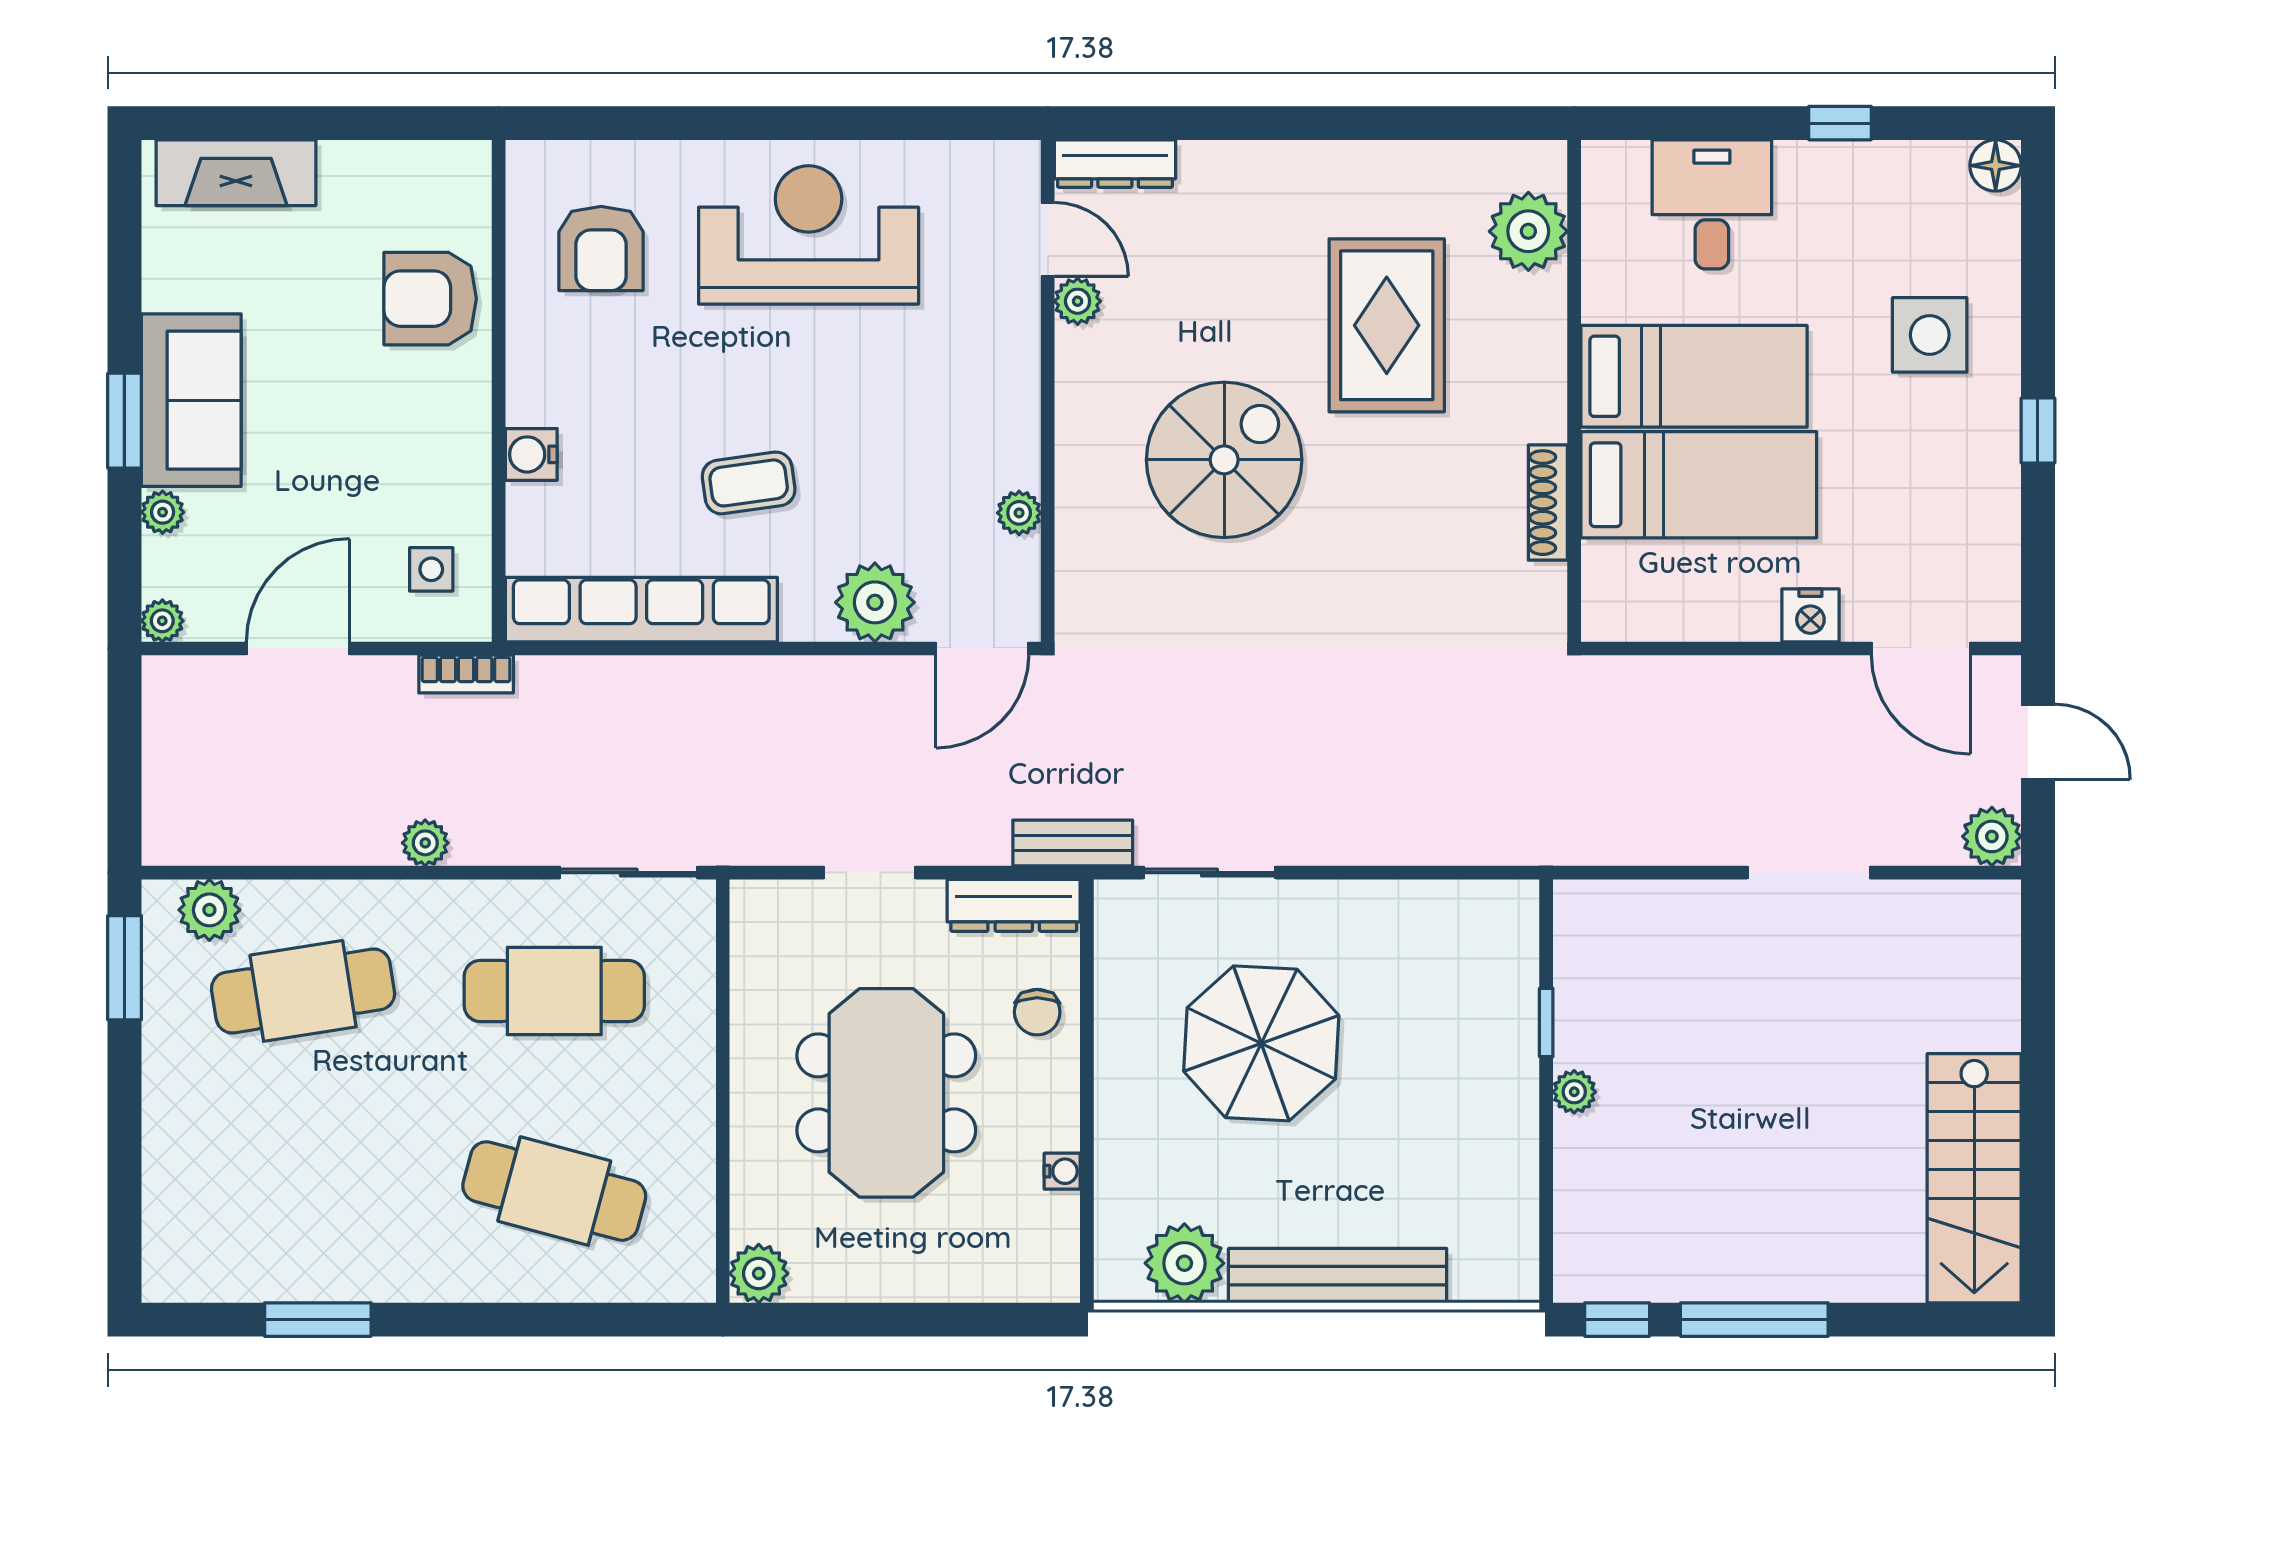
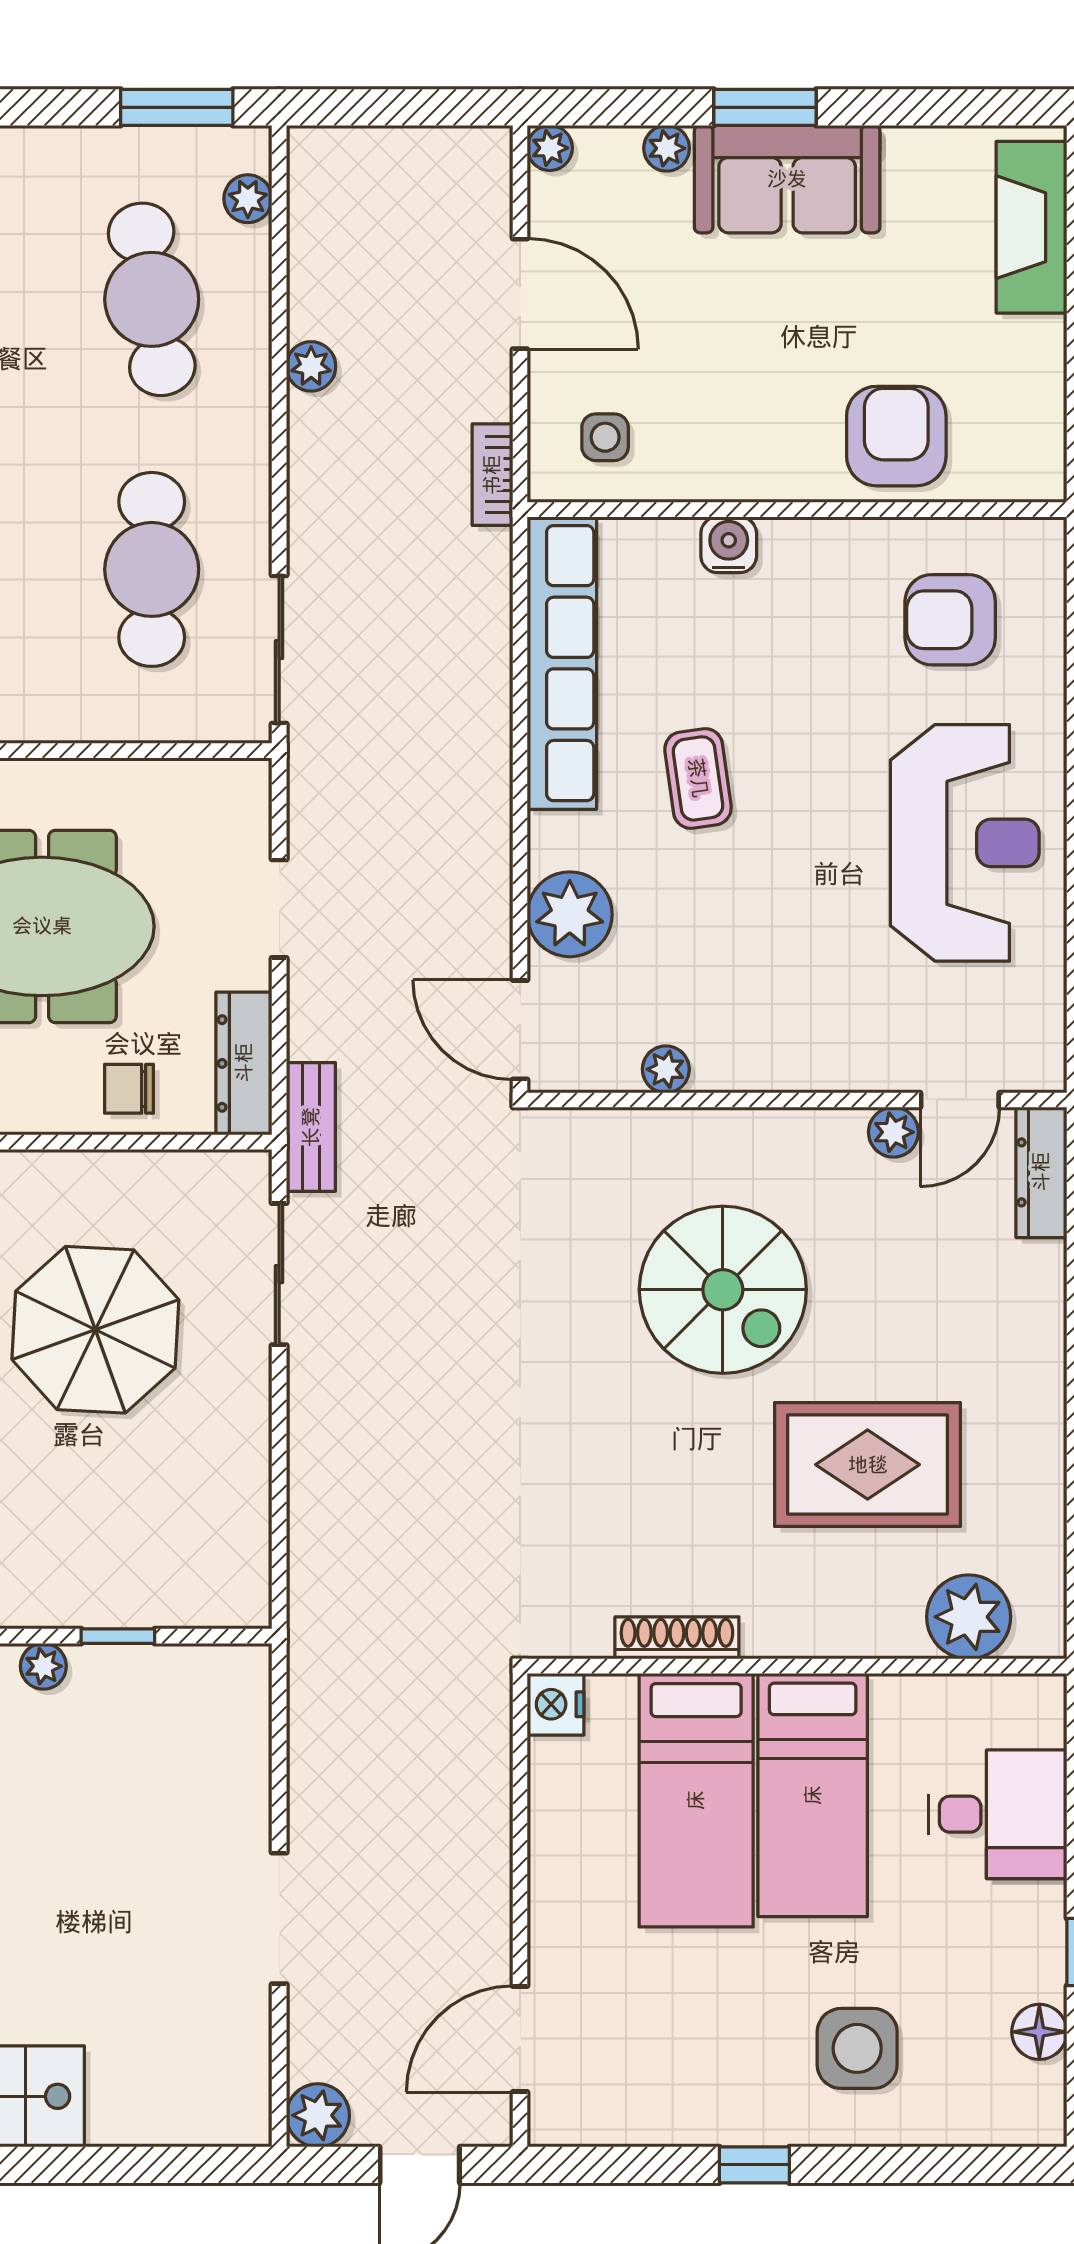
floor lamp: (1996, 166) -> (1039, 2032), moved
nightstand: (1810, 615) -> (556, 1704), moved
plant: (425, 843) -> (311, 366), moved
plant: (209, 910) -> (248, 199), width x0.73, depth x0.73

